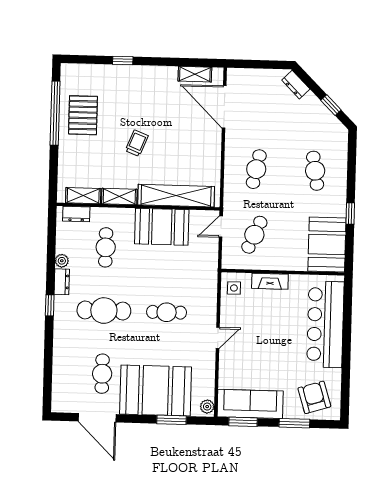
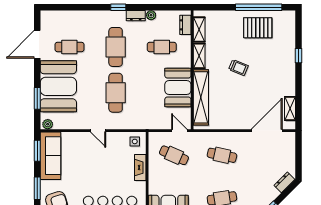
cafe table: (167, 312) -> (116, 93), width x1.37, depth x1.35

